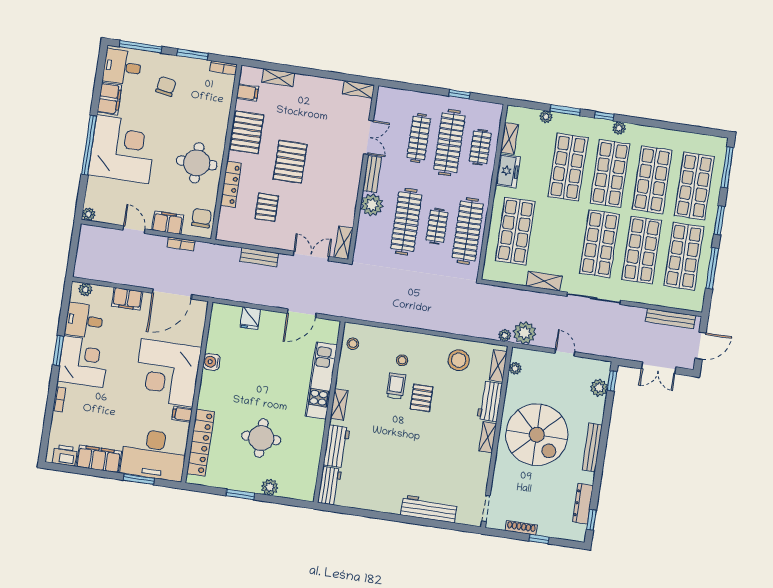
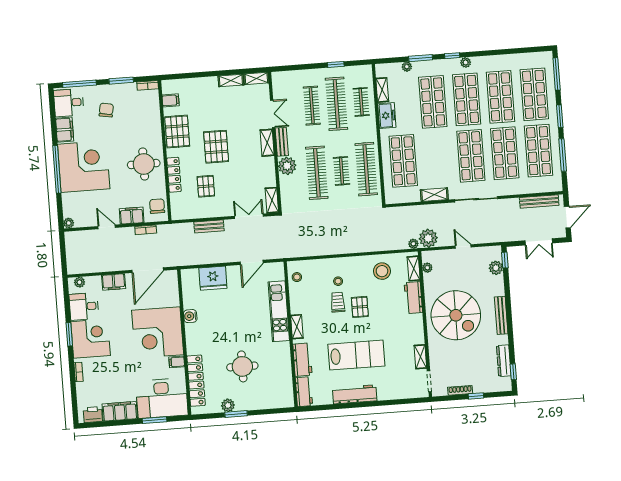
shelving: (278, 78) -> (231, 80), moved
shelving: (354, 171) -> (267, 143), added
fridge: (250, 318) -> (213, 278), width x1.88, depth x1.34
shelving: (488, 437) -> (420, 357), moved
lab bench: (404, 456) -> (356, 355), added
plant: (270, 487) -> (228, 405), moved
workbench: (429, 509) -> (355, 394), moved

